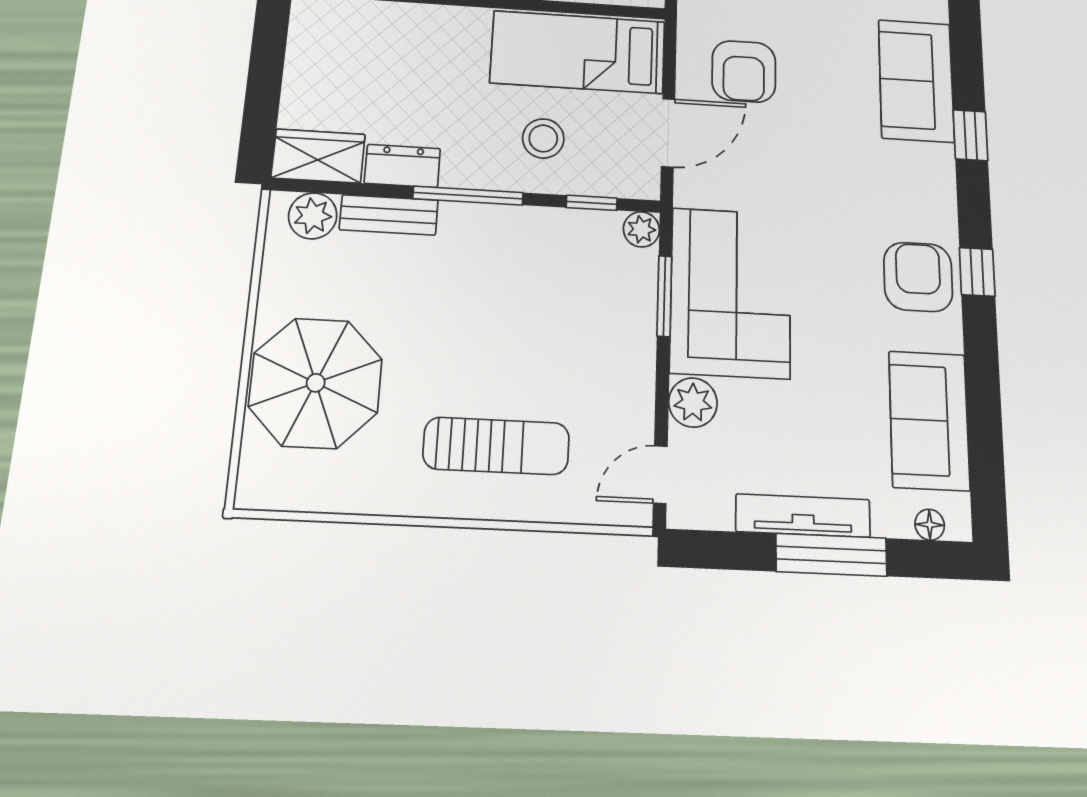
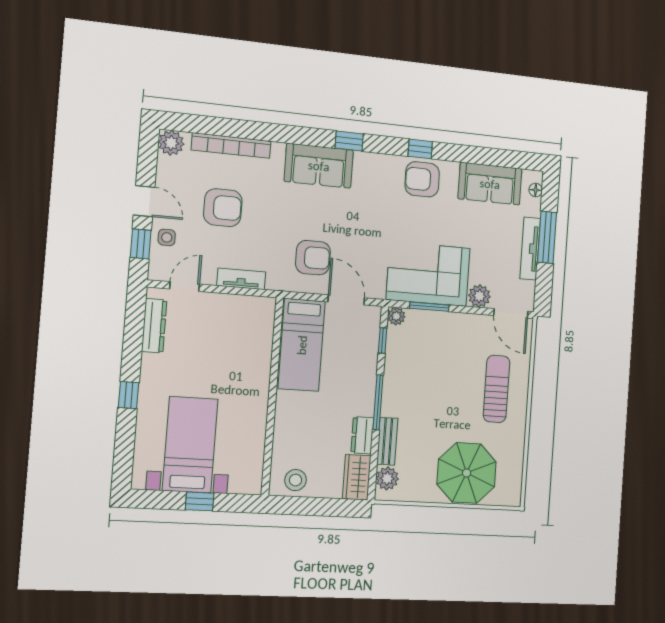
stool: (543, 138) -> (296, 480), moved
door: (660, 475) -> (511, 313), width x1.38

